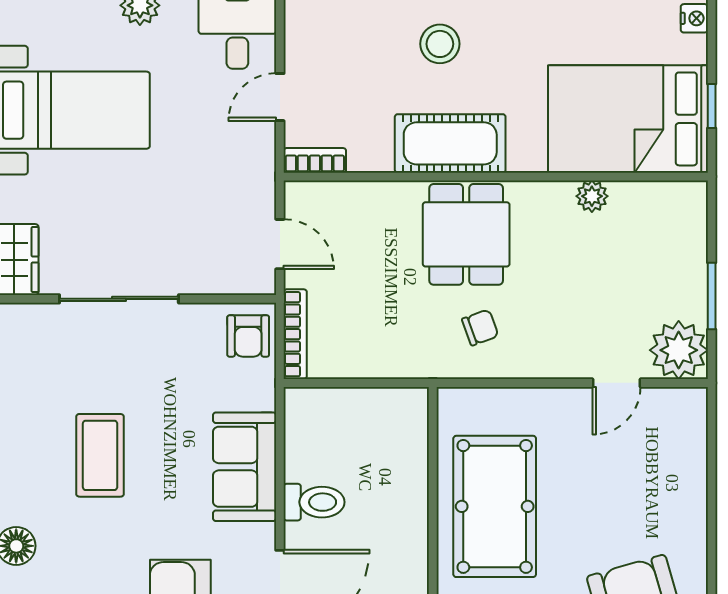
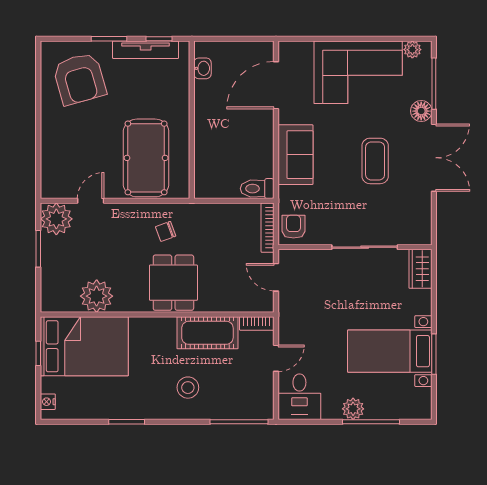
cot: (450, 143) -> (207, 333), moved
plant: (592, 196) -> (97, 296), width x1.87, depth x1.87
toilet: (314, 502) -> (257, 189), moved
pool table: (495, 506) -> (146, 158), moved

